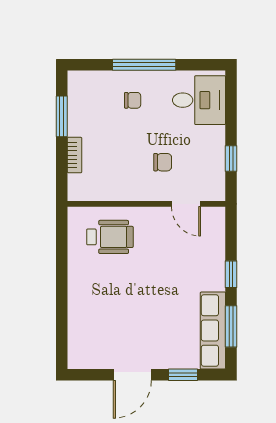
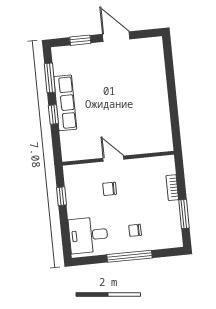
door: (186, 204) -> (113, 159), moved
wheelchair: (110, 237) -> (142, 132), removed
row of seats: (213, 330) -> (65, 103), moved
door: (132, 375) -> (116, 37), hinge flipped

